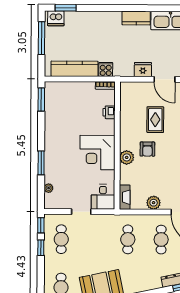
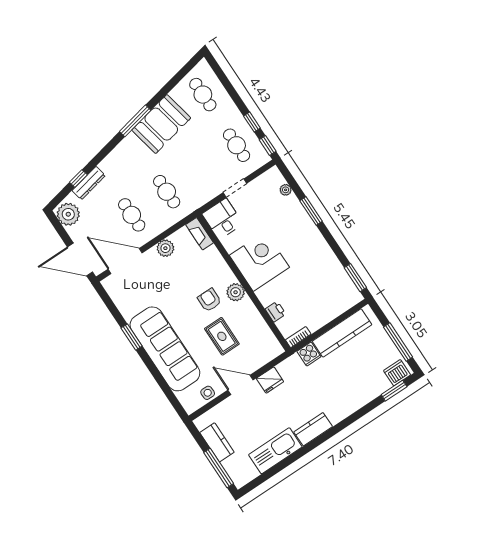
plant: (127, 157) -> (236, 292), moved

